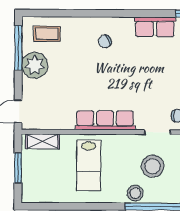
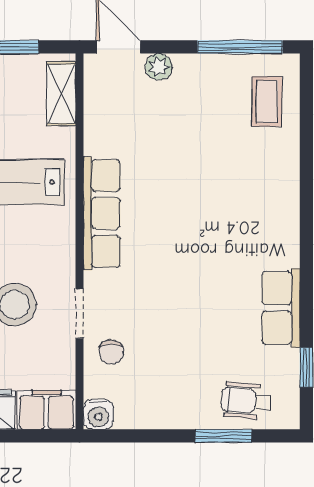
chair: (105, 41) -> (253, 212), removed
plant: (35, 65) -> (159, 67), moved, width x0.53, depth x0.53

